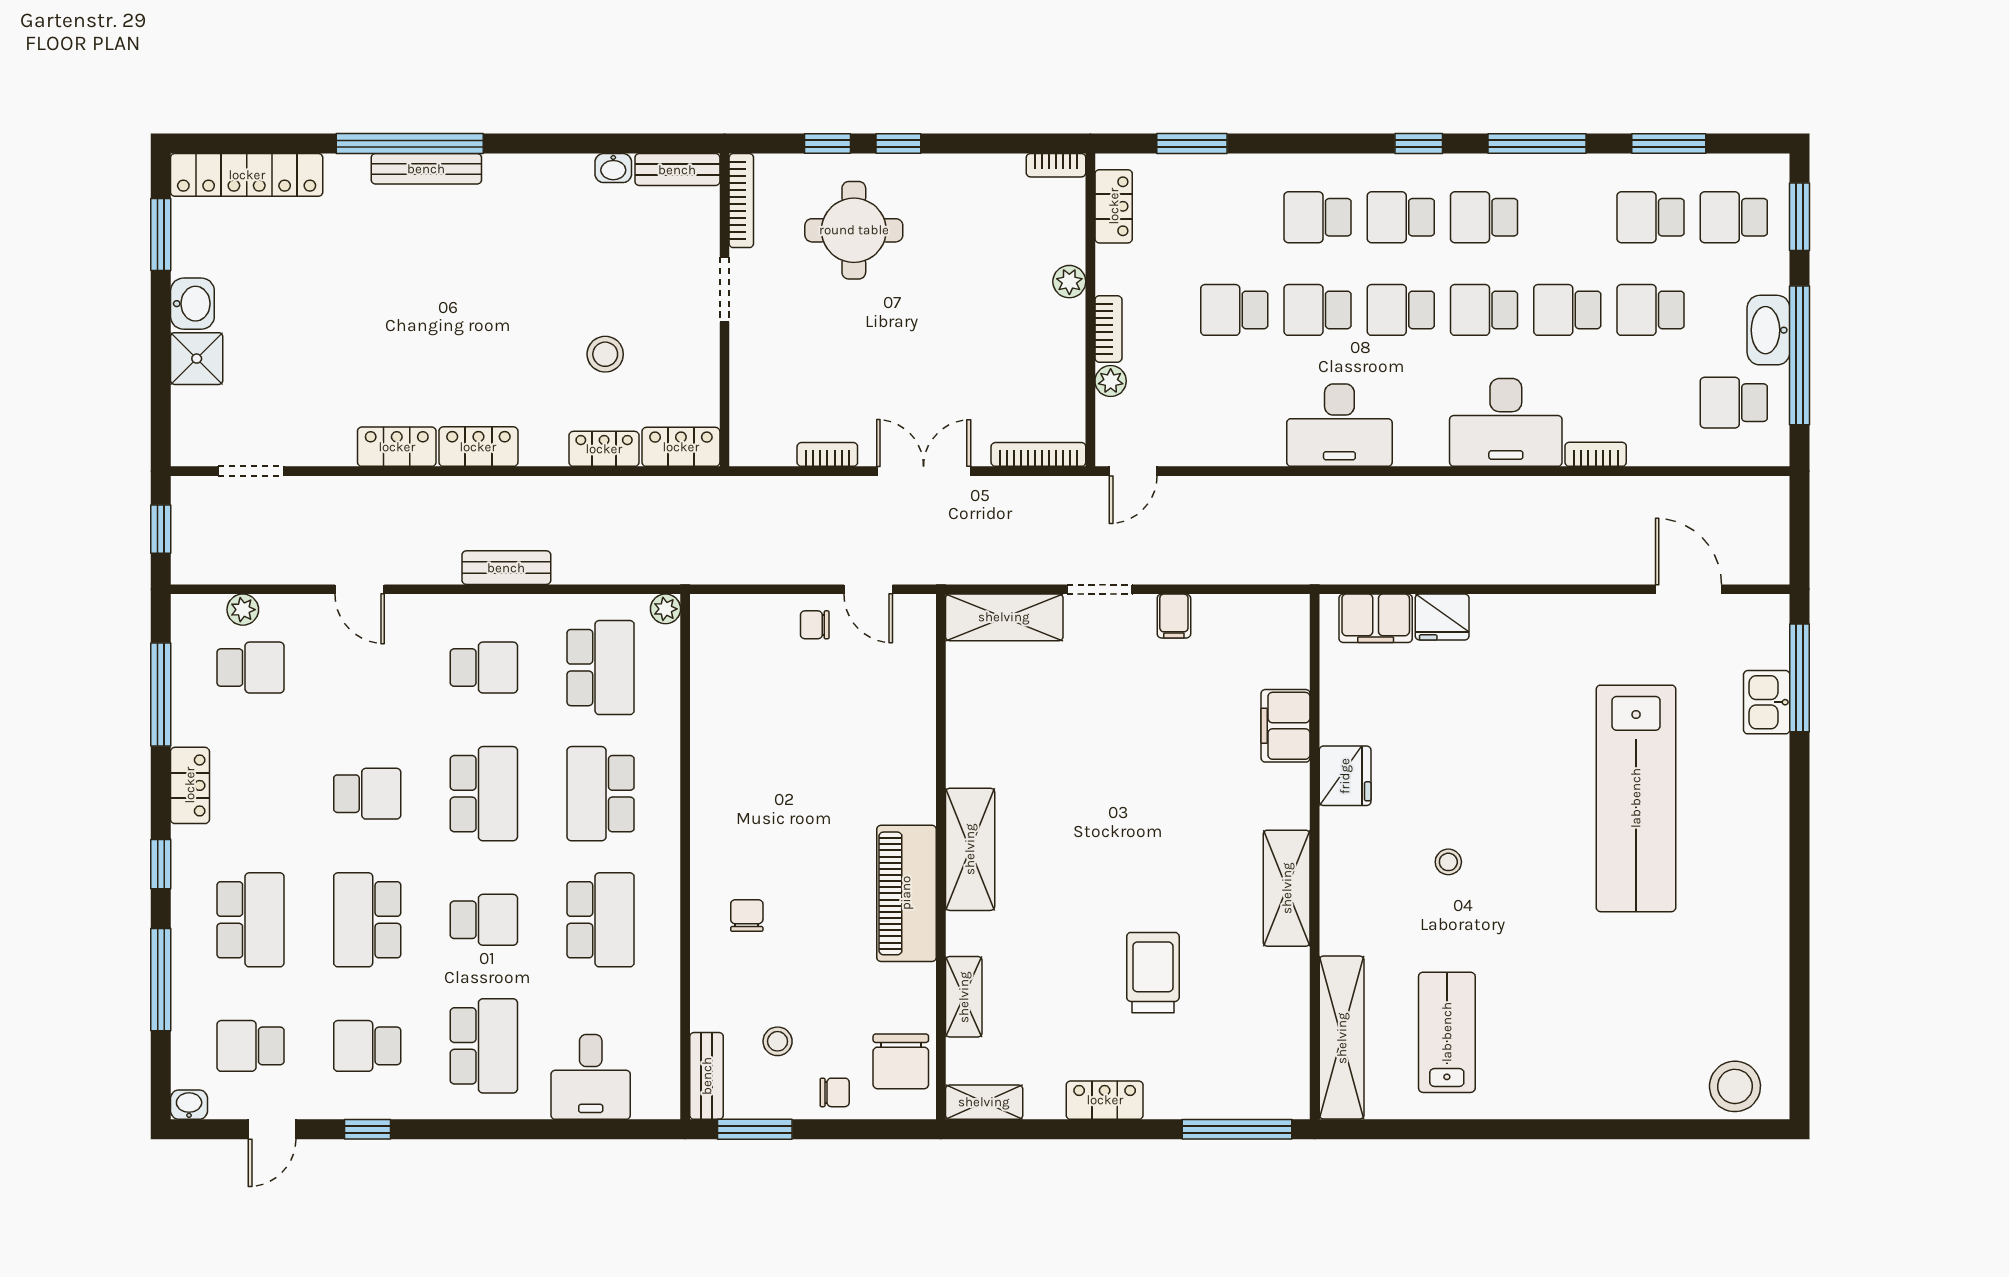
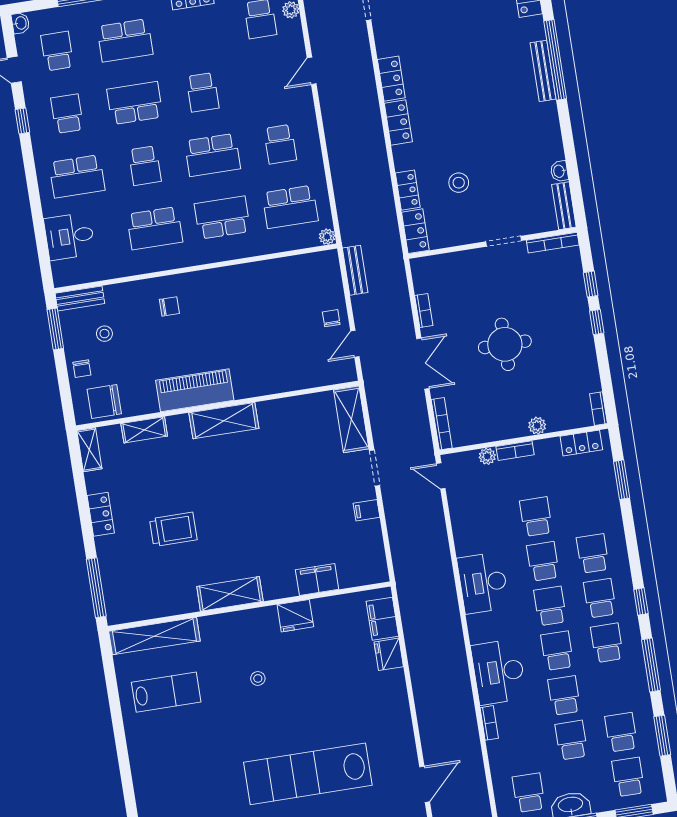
round table: (854, 230) -> (505, 344), moved
bench: (506, 568) -> (355, 270), moved

